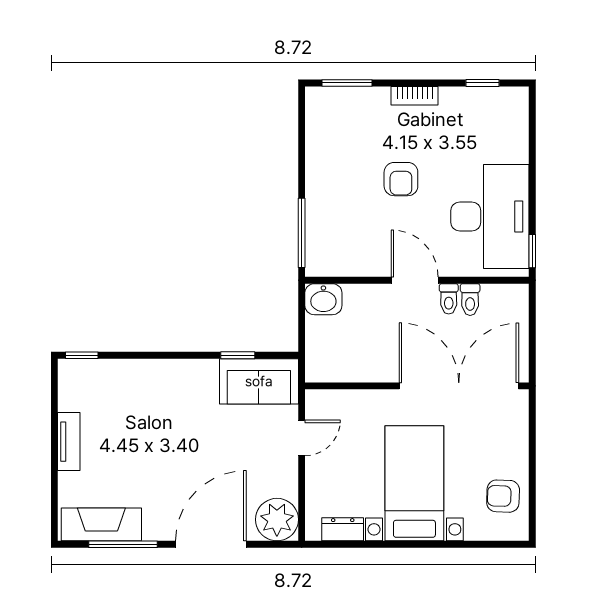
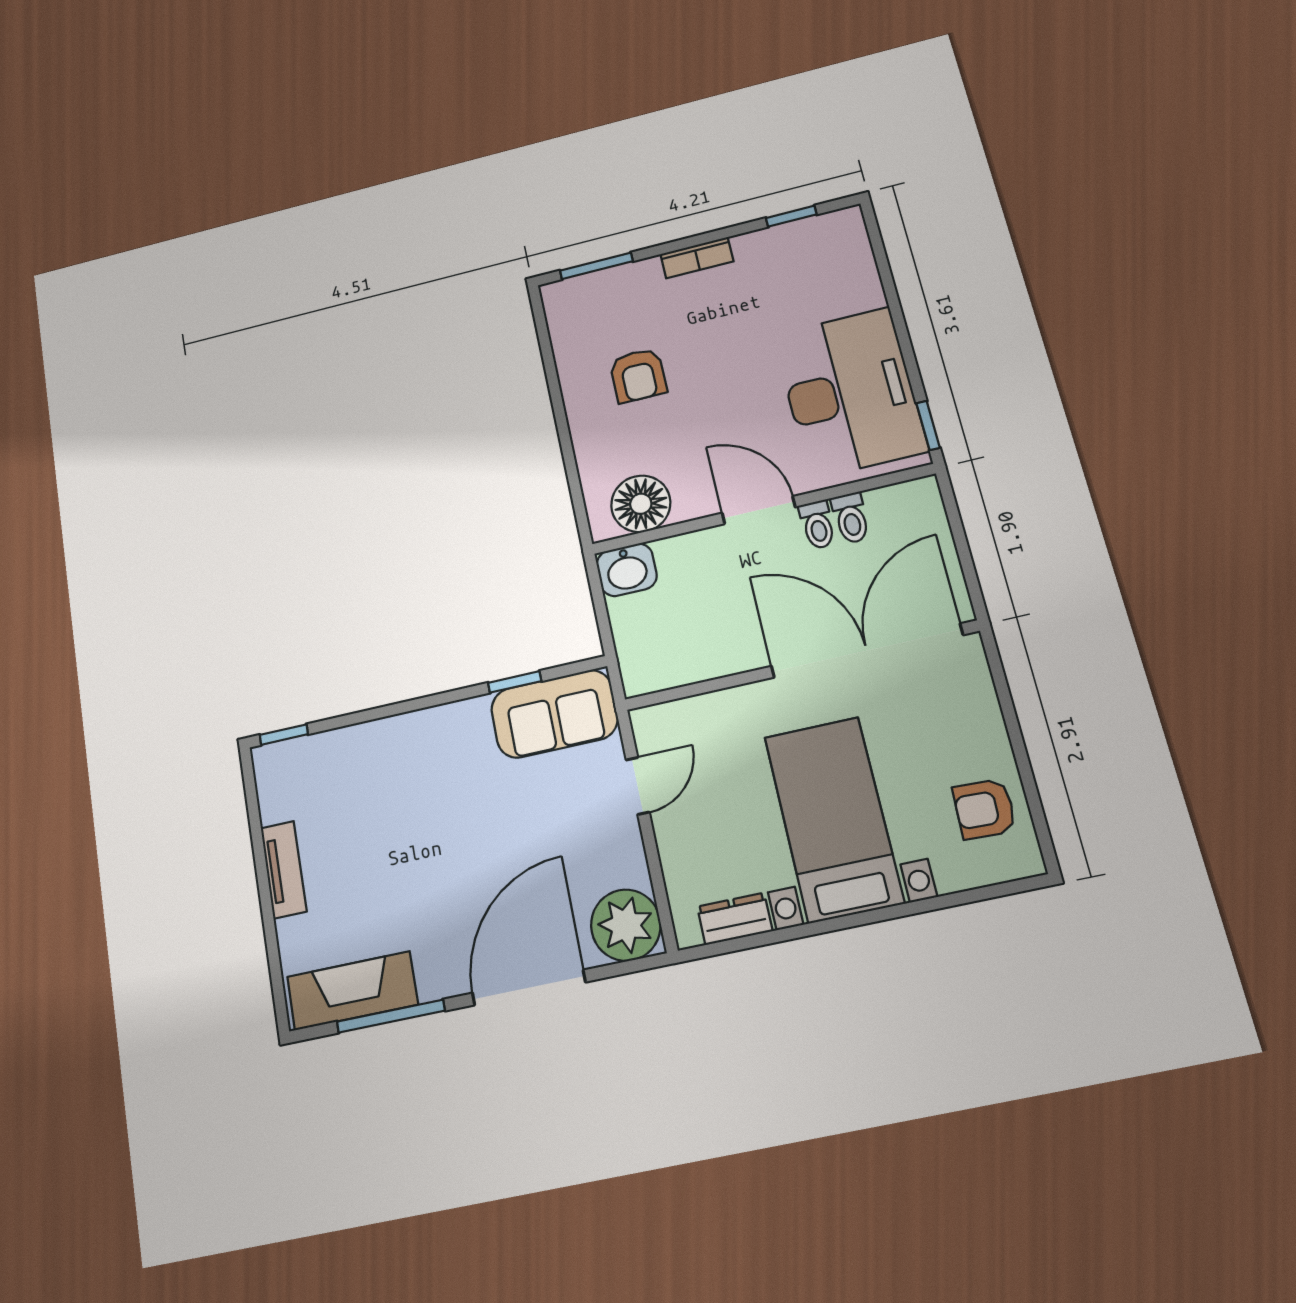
armchair: (401, 179) -> (638, 375), moved
window: (302, 233) -> (574, 483), removed
floor lamp: (342, 258) -> (641, 504), added

